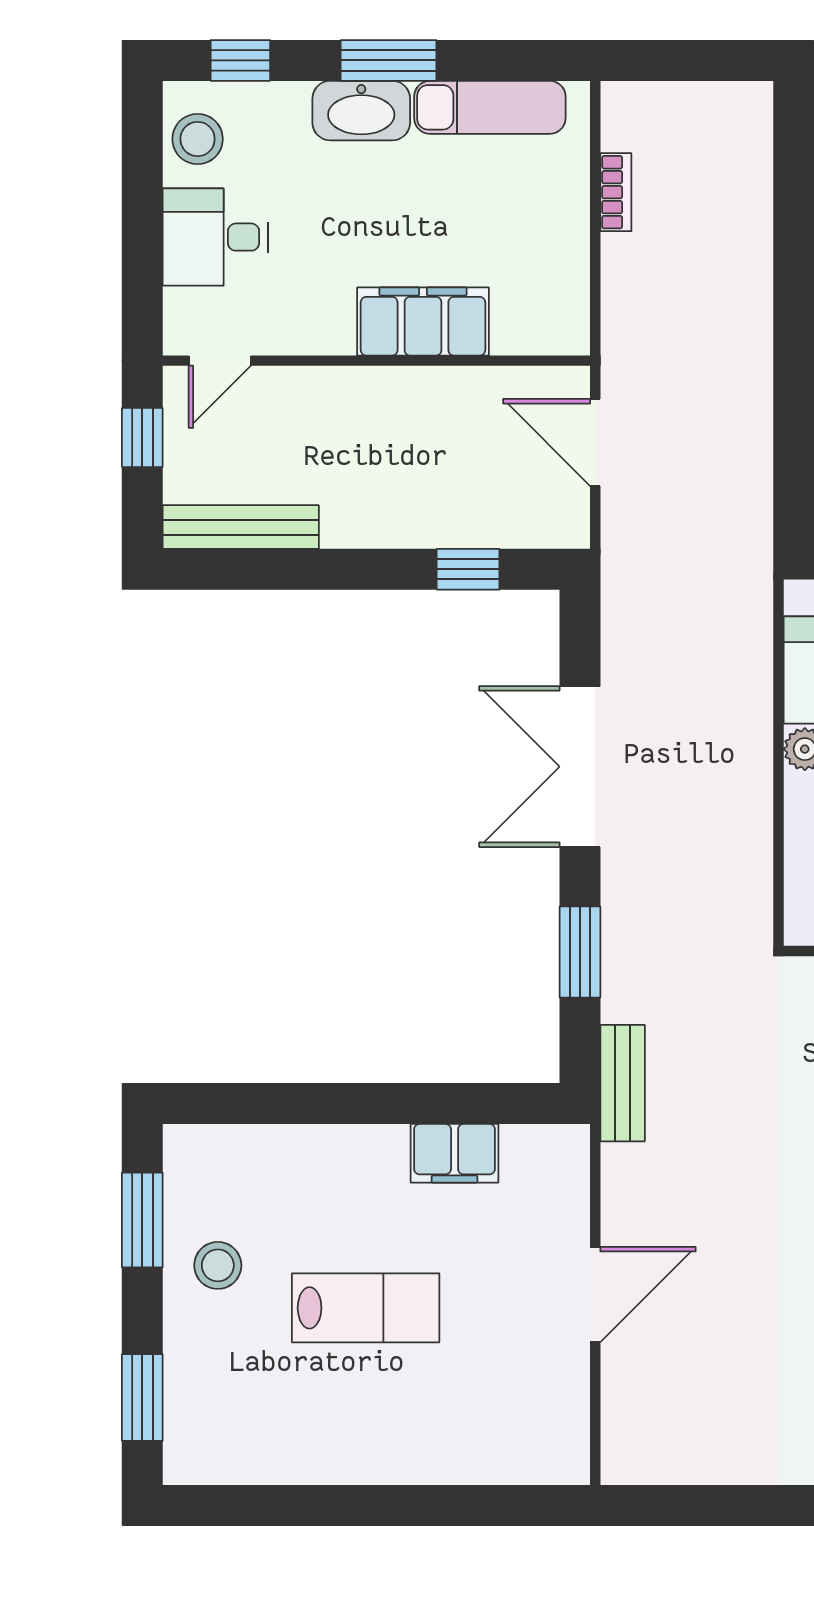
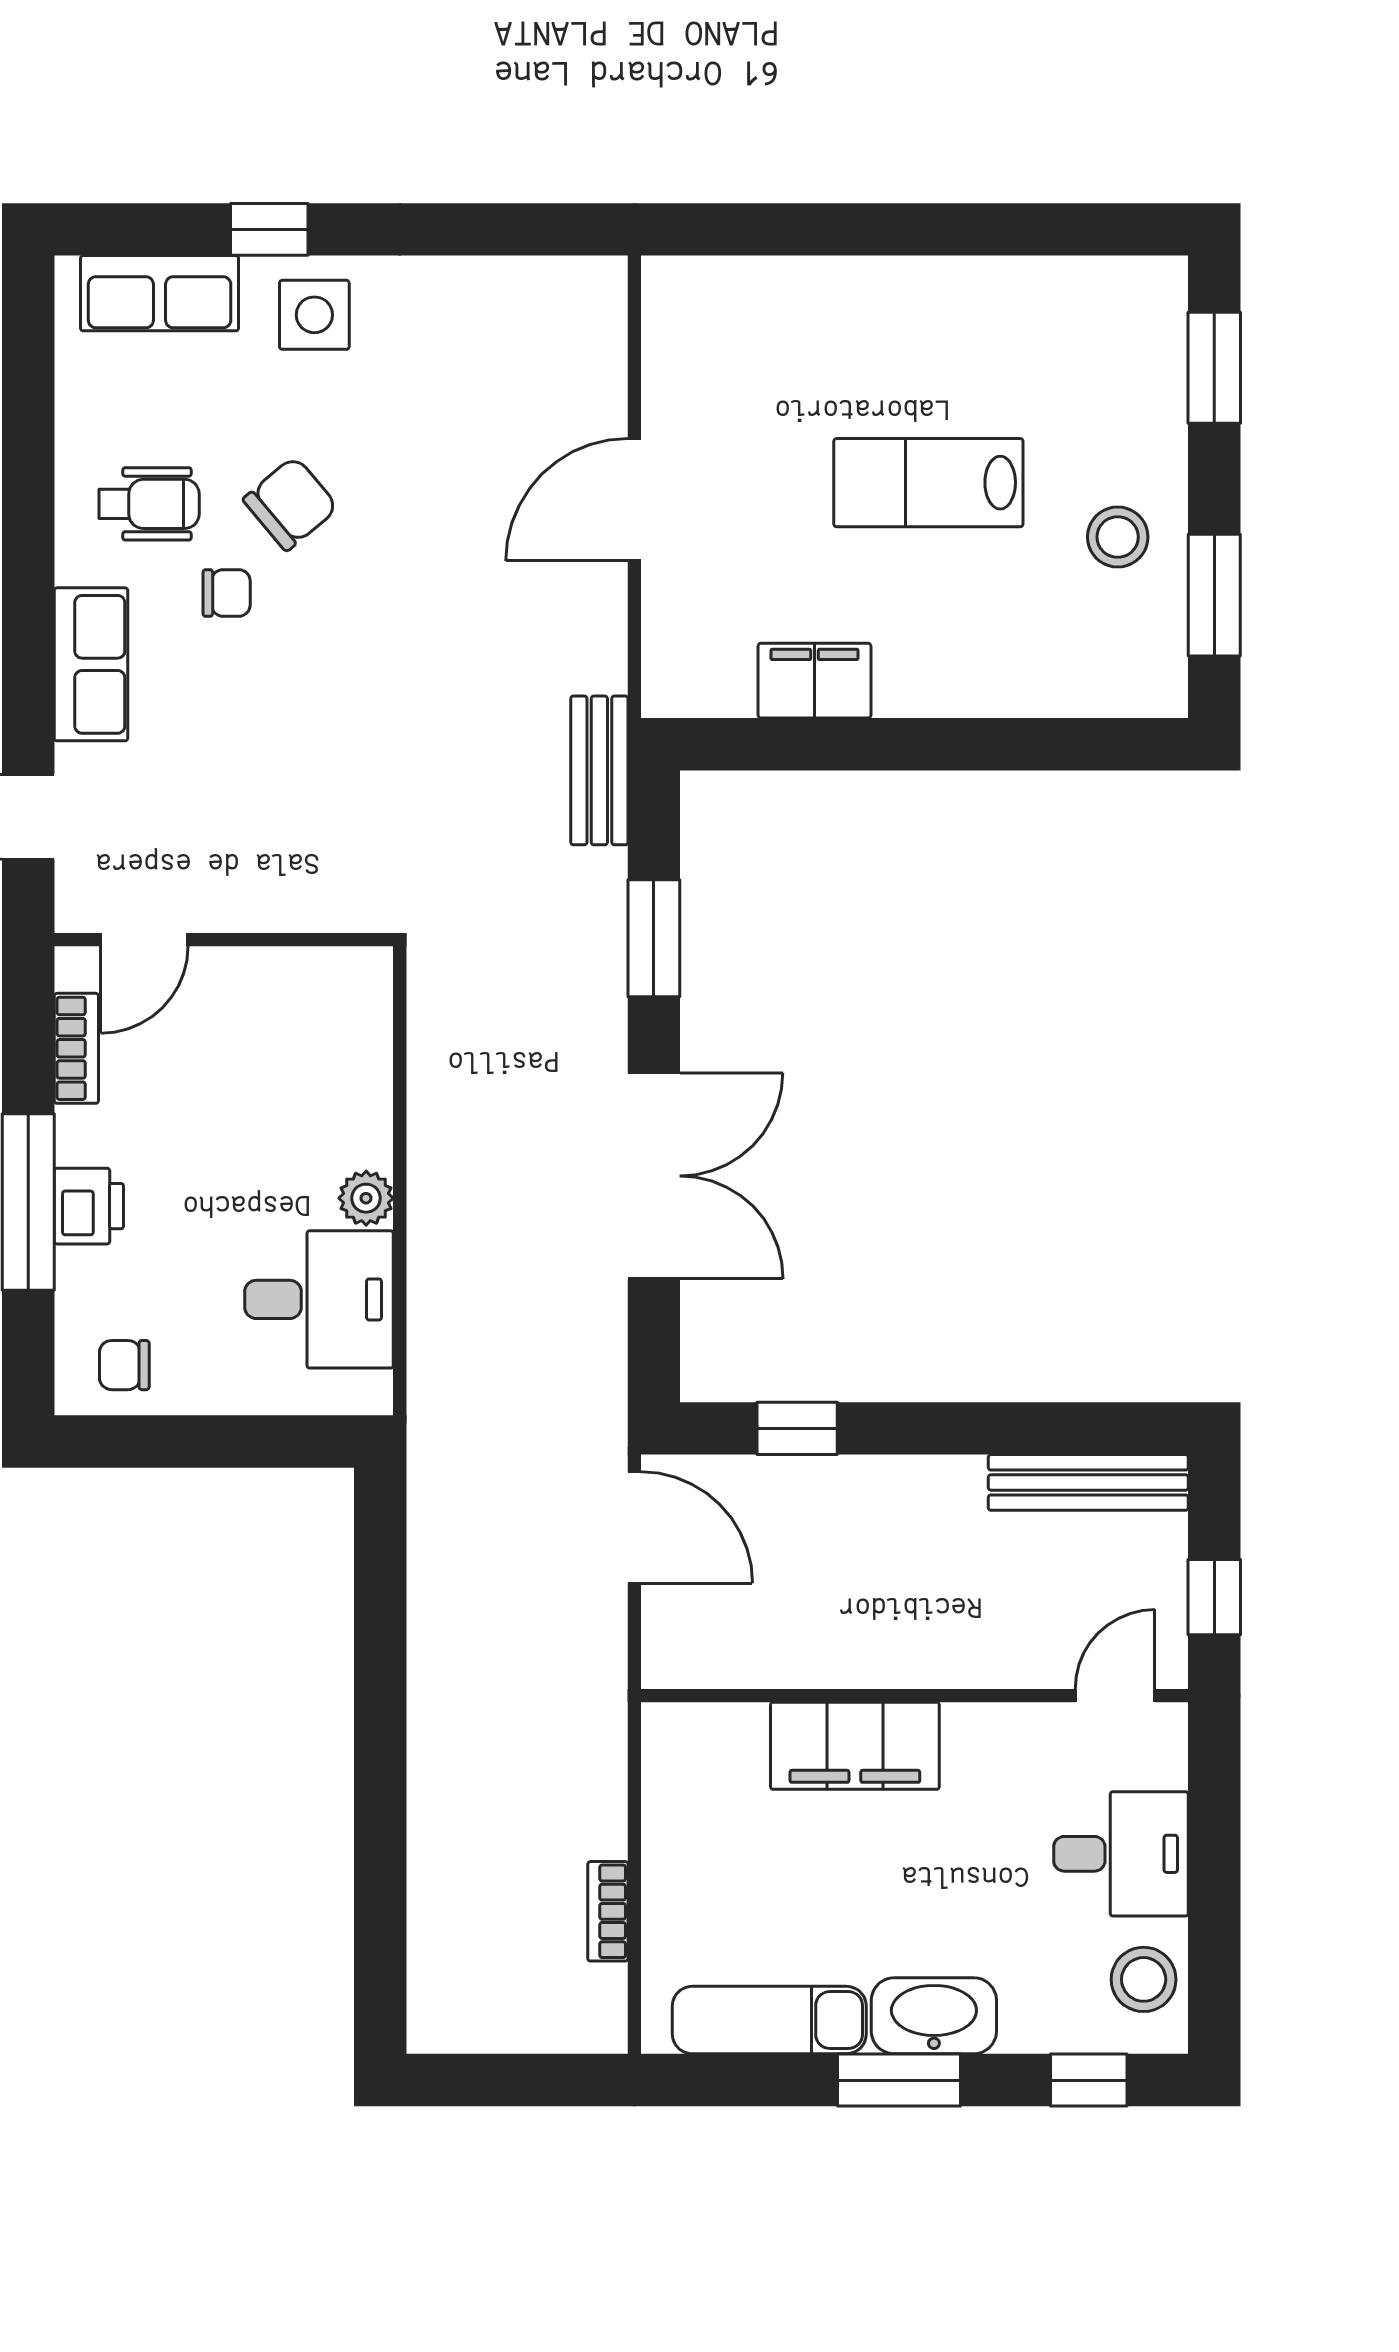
door: (595, 443) -> (634, 1527), moved

